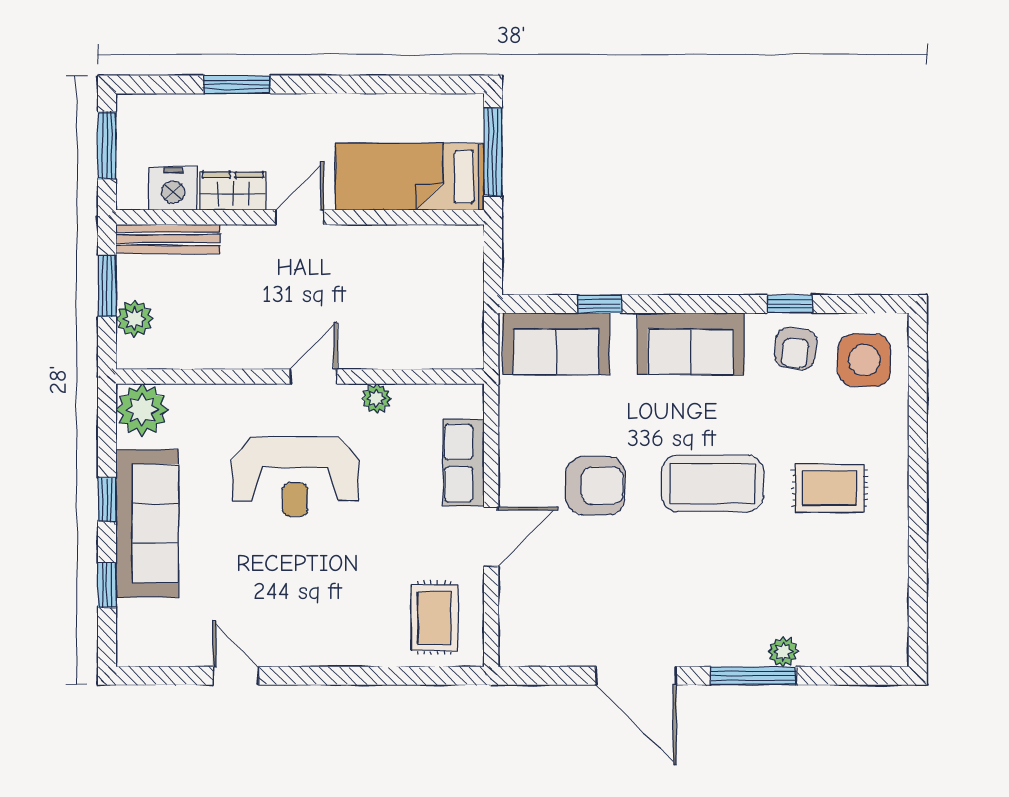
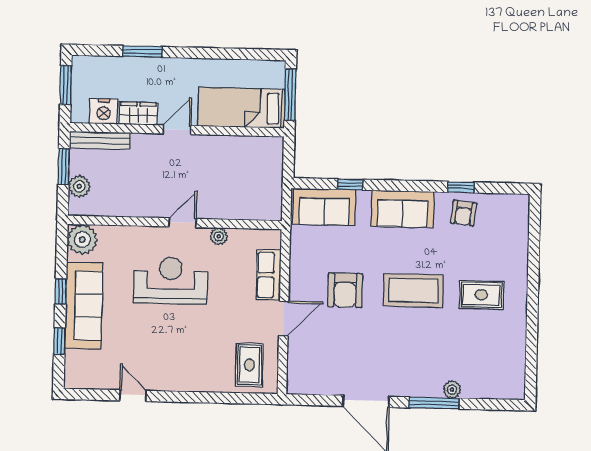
side table: (864, 360) -> (503, 221), removed
reception desk: (295, 477) -> (170, 281), turned 180
armchair: (595, 486) -> (345, 290), turned 90

